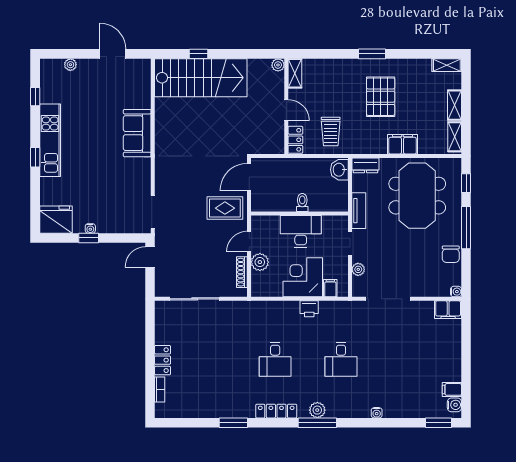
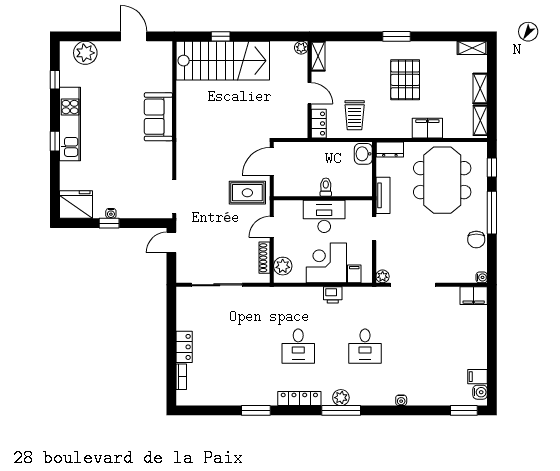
plant: (70, 65) -> (85, 53), width x1.88, depth x1.88
plant: (260, 262) -> (283, 266), moved
plant: (358, 269) -> (383, 276), moved

